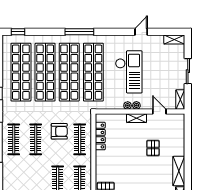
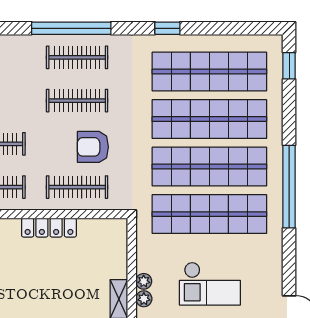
window: (79, 32) -> (289, 187), width x1.46
checkout: (129, 72) -> (210, 284), width x0.73, depth x0.83
armchair: (59, 131) -> (93, 147), turned 90
locker: (100, 136) -> (49, 228), moved

